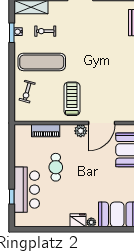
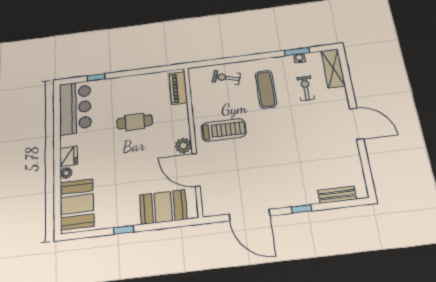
exercise mat: (42, 62) -> (266, 89), width x0.73, depth x0.69
piano: (46, 131) -> (178, 88), moved
bar counter: (27, 190) -> (75, 108), moved, turned -90

